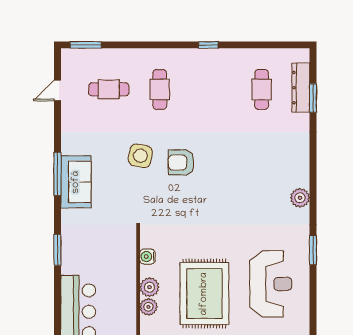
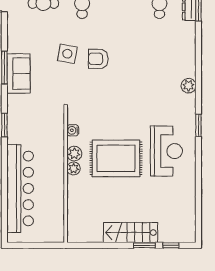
rug: (204, 294) -> (116, 158), turned 90

